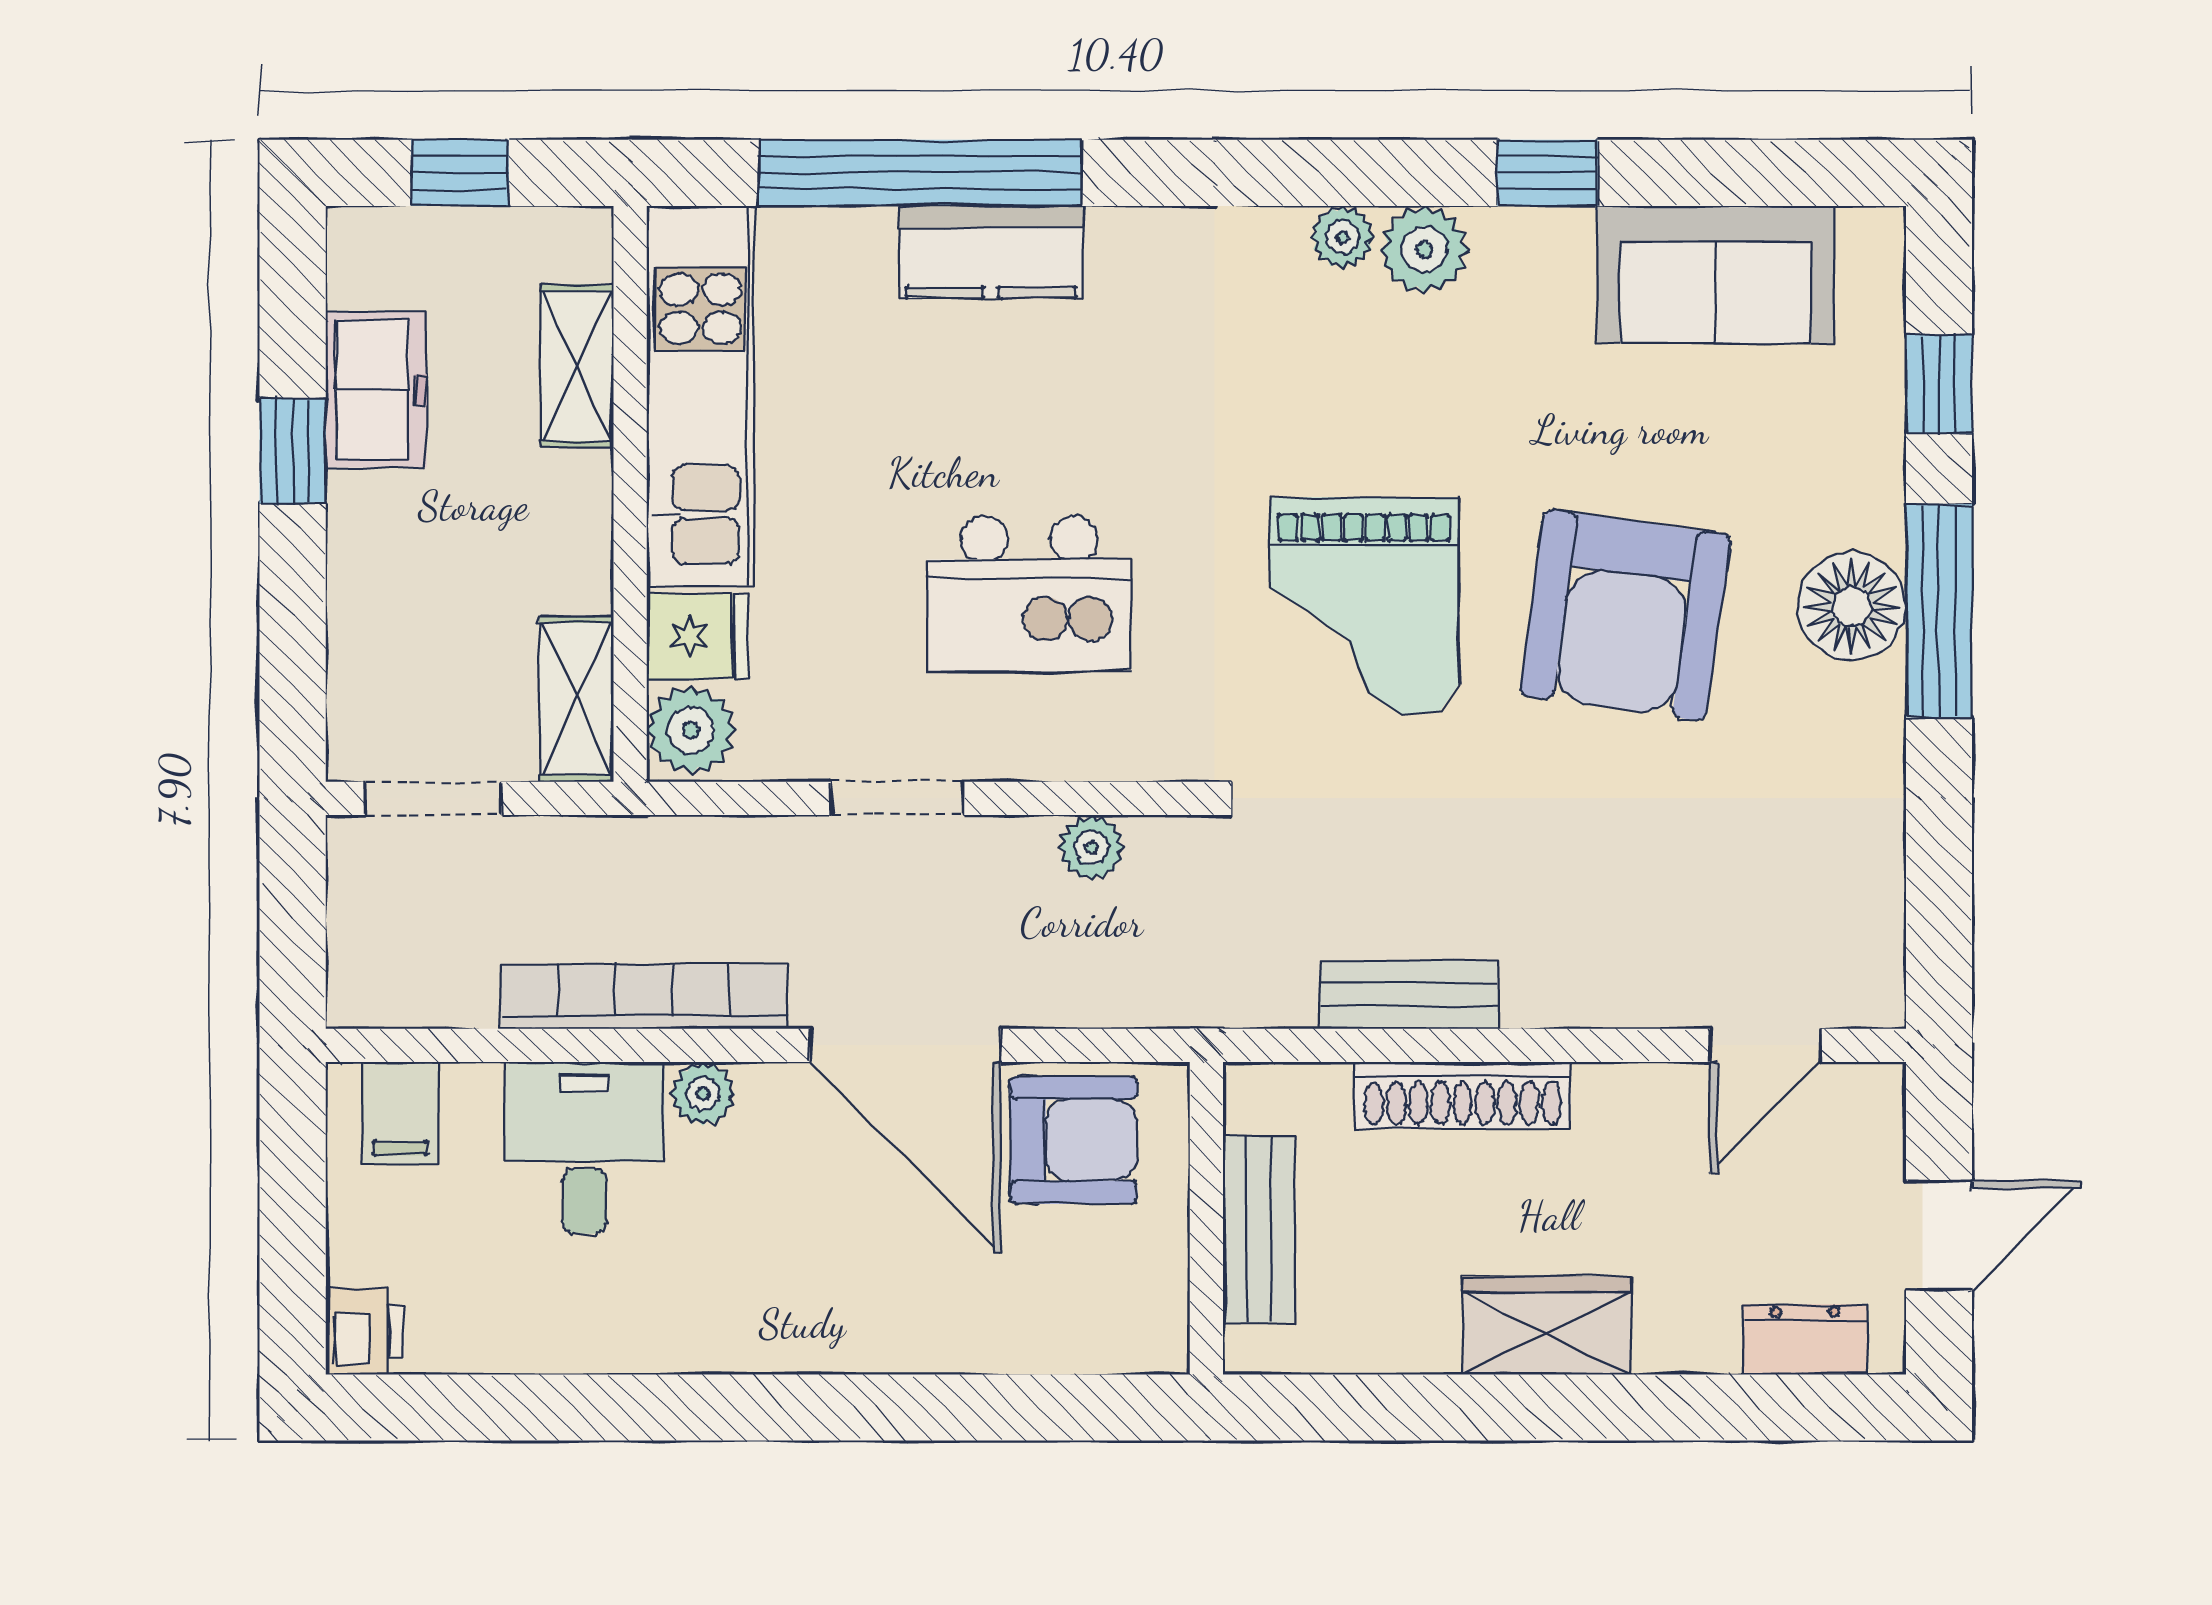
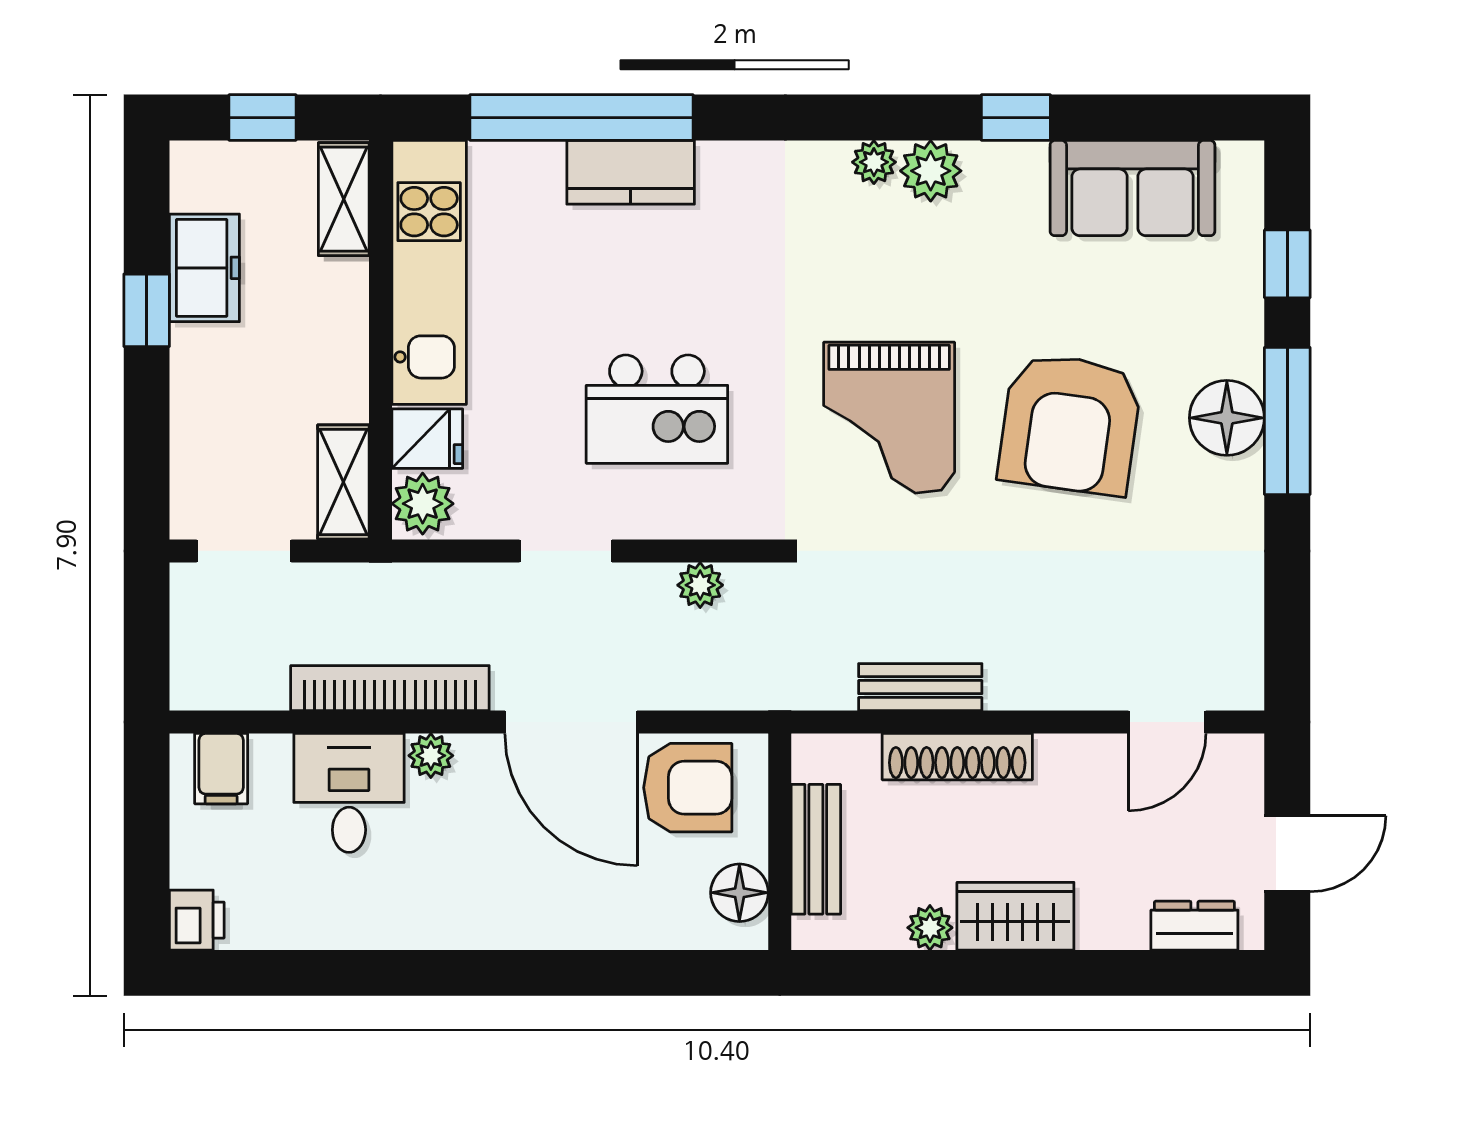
shelving: (577, 366) -> (344, 199), moved
floor lamp: (1148, 1292) -> (739, 893), added
plant: (1423, 1342) -> (930, 928), added

